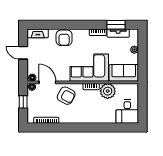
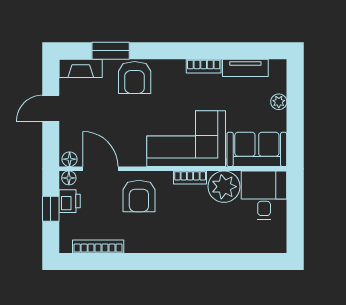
window: (116, 25) -> (111, 51), moved
door: (23, 53) -> (51, 108), hinge flipped
armchair: (66, 96) -> (139, 196), turned 62
printer: (32, 98) -> (70, 201), added
desk: (127, 112) -> (264, 195), moved, turned 180

